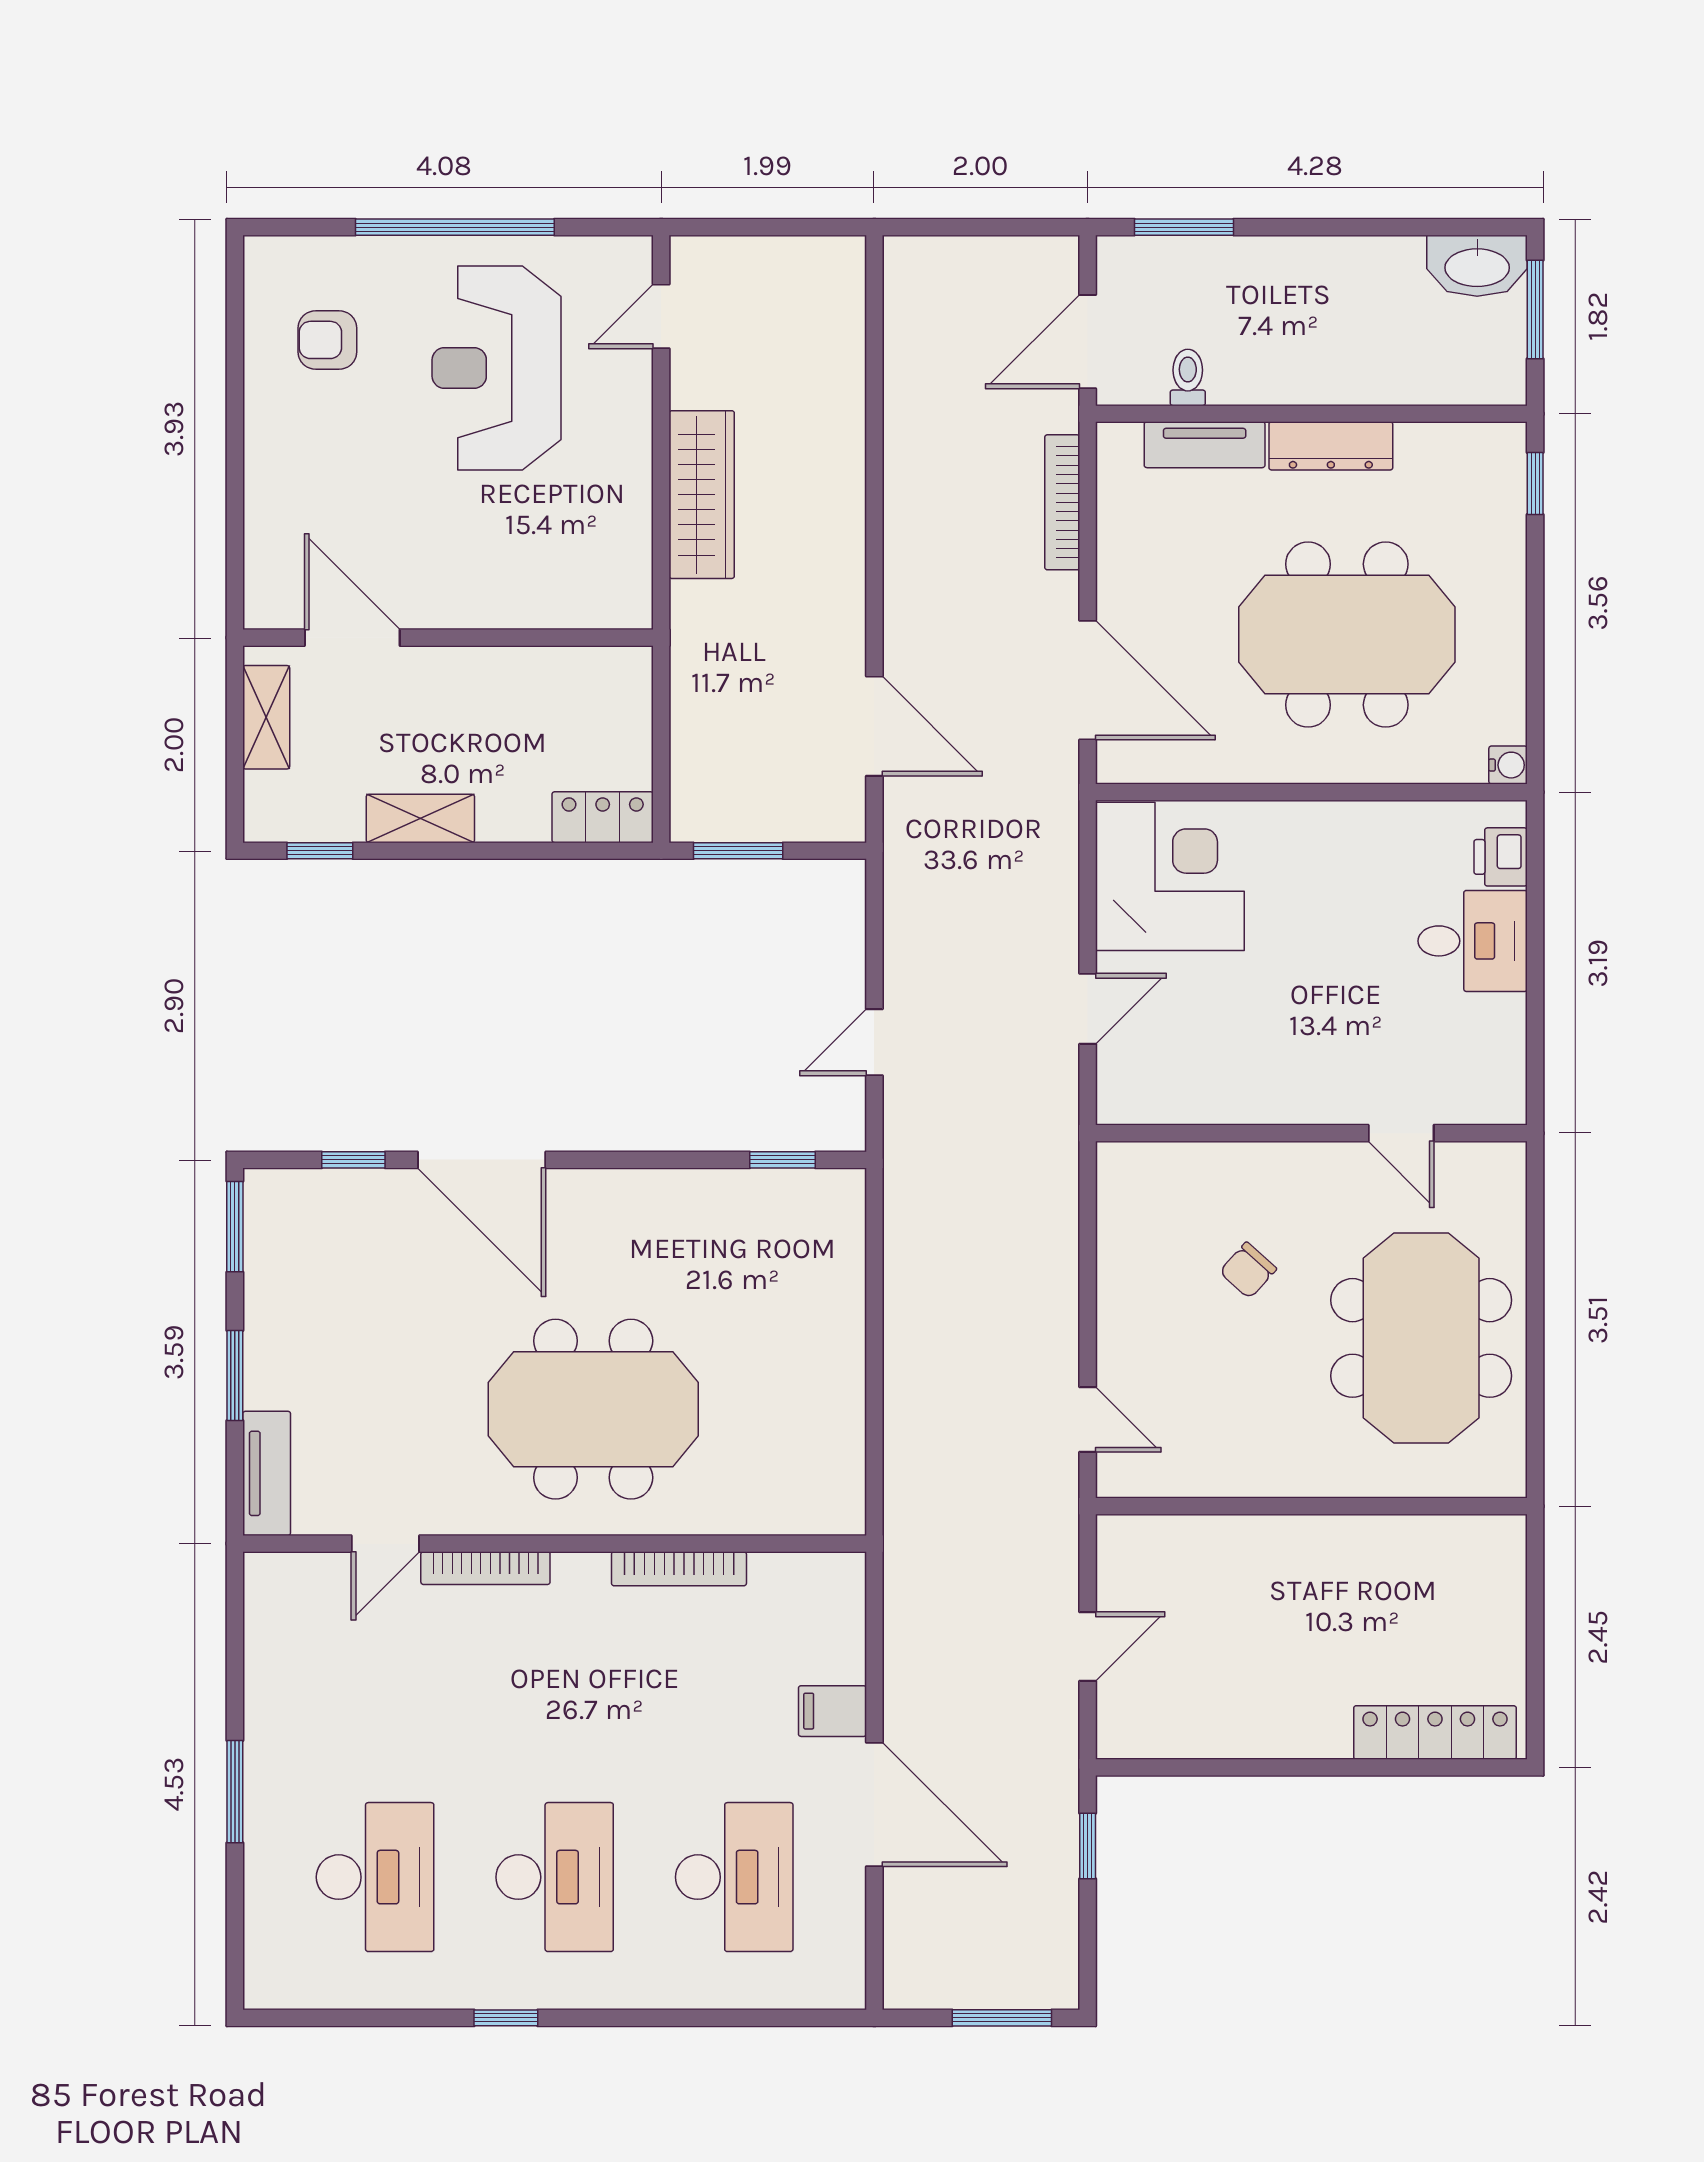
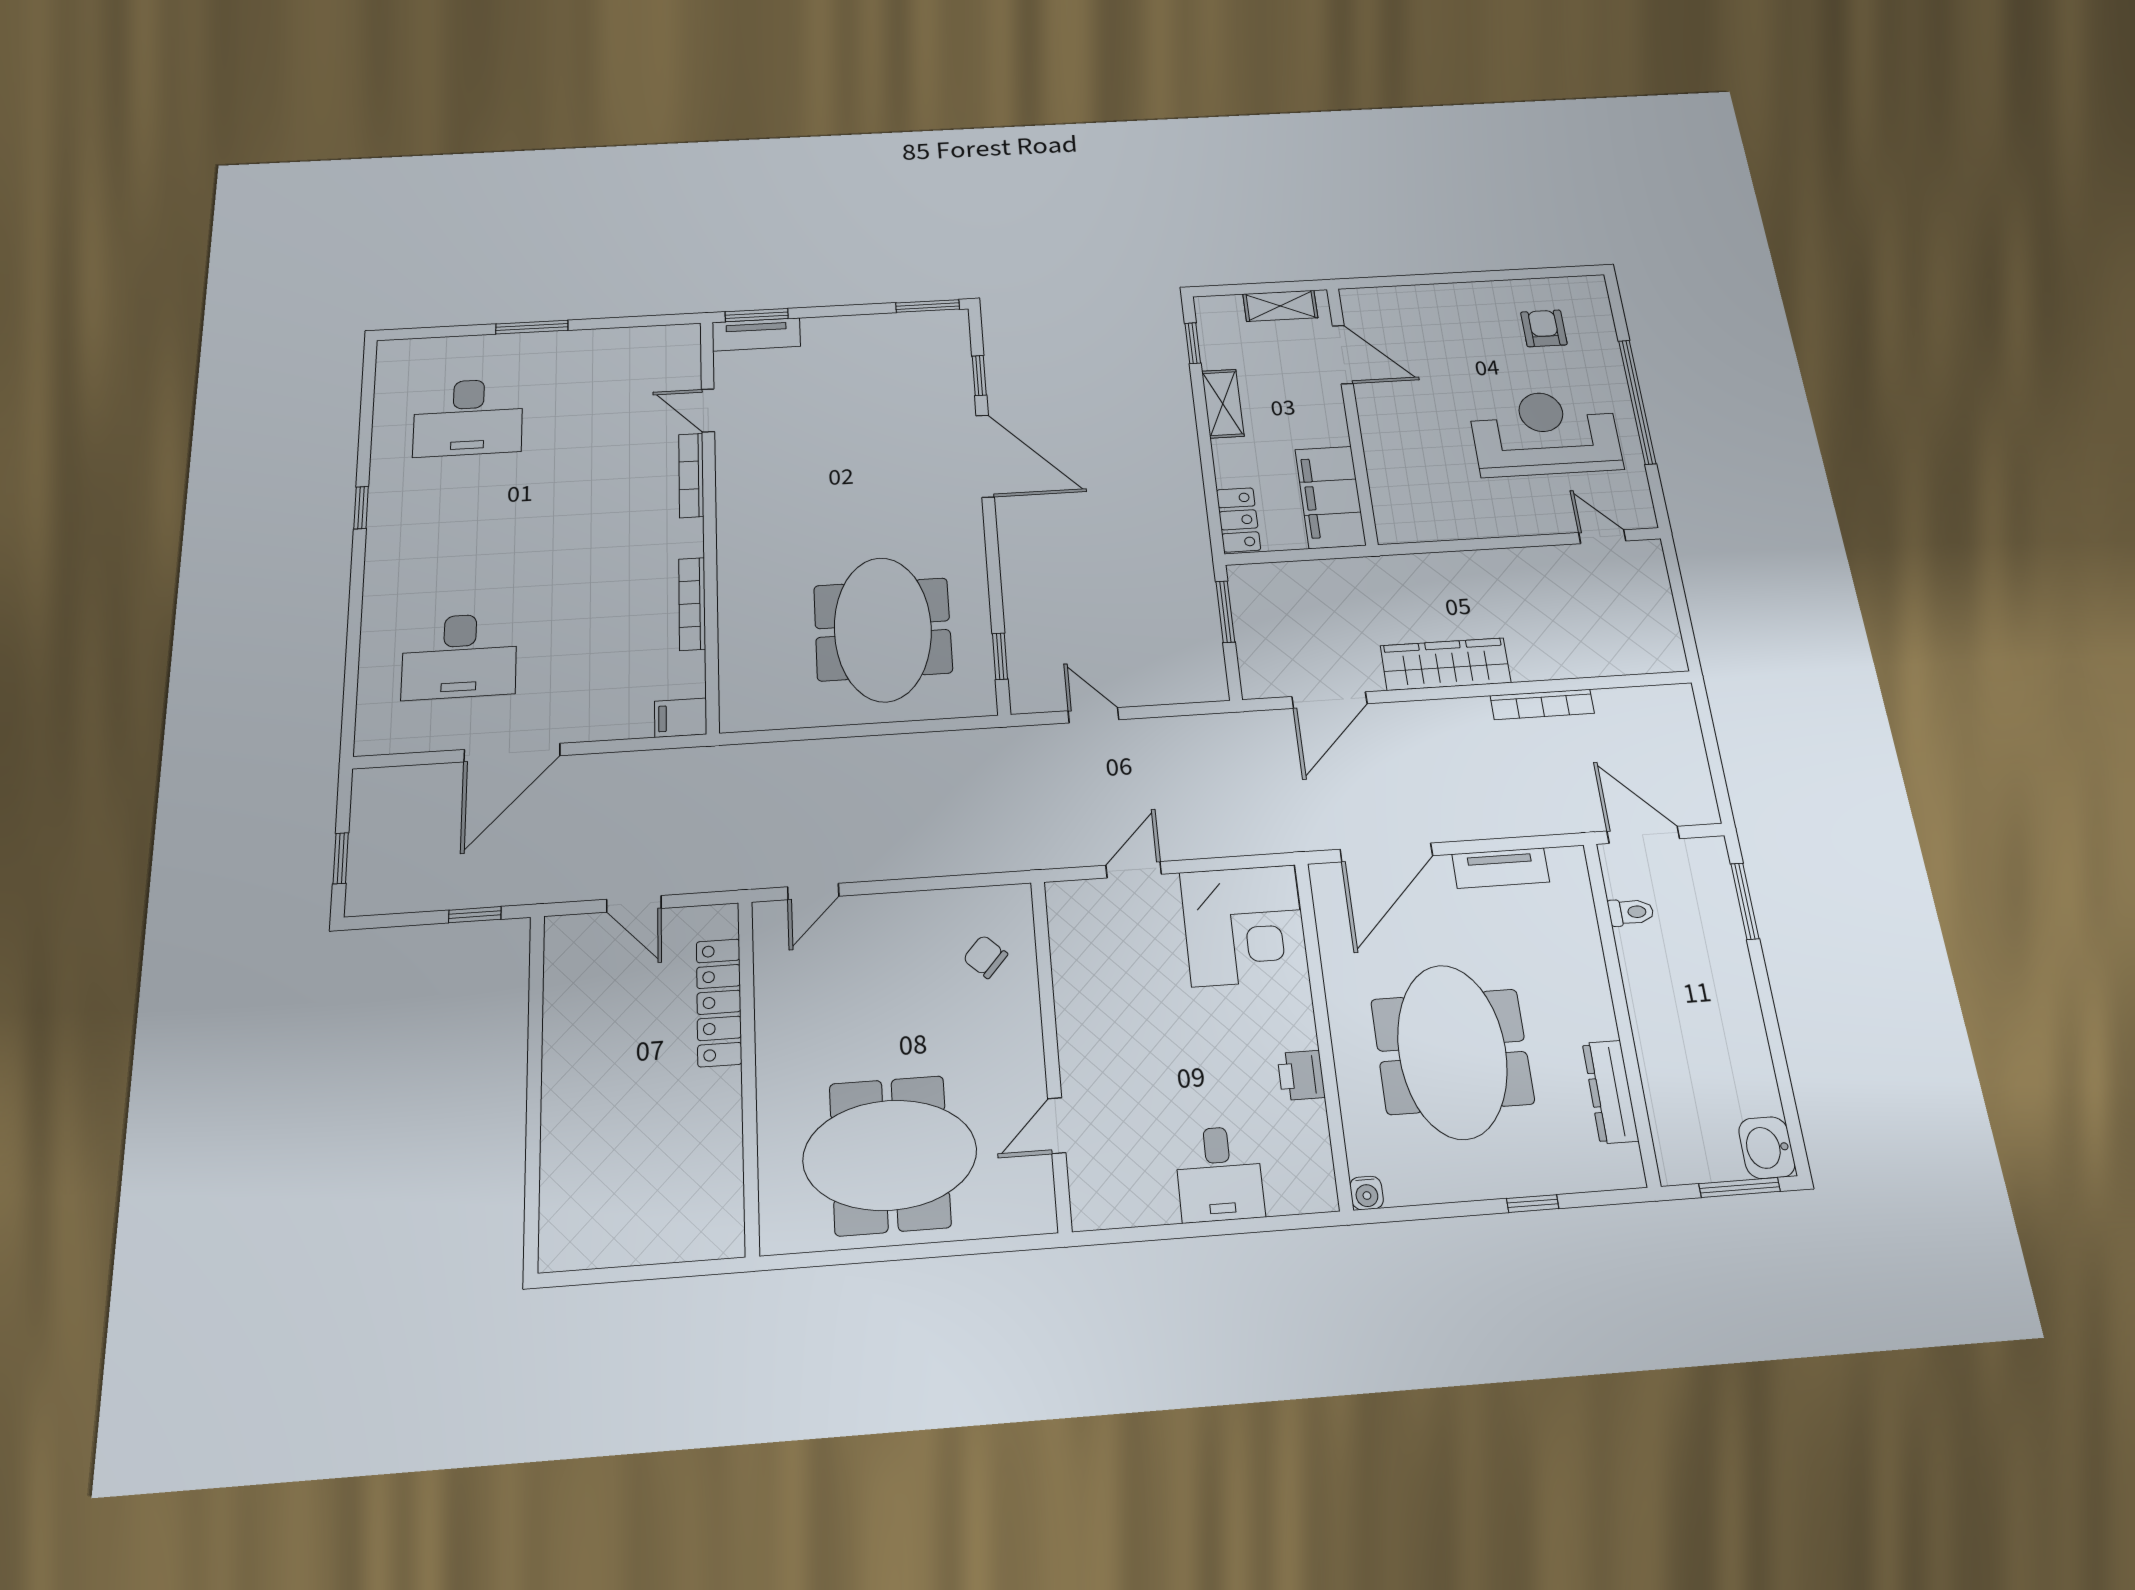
washbasin: (1477, 266) -> (1767, 1148), width x0.72
tv unit: (1205, 445) -> (1501, 868), moved, turned -90
dresser: (1331, 446) -> (1610, 1092), moved
window: (1535, 483) -> (1533, 1204), moved
wardrobe: (702, 495) -> (1445, 664), moved, turned 180
bookcase: (1062, 502) -> (1542, 704), moved, turned 180
door: (352, 638) -> (1343, 355), hinge flipped
filing cabinet: (576, 685) -> (1330, 497), added
printer: (1501, 857) -> (1301, 1075), moved, turned -90
door: (1088, 1009) -> (1134, 870), swing flipped
door: (482, 1160) -> (985, 456), swing flipped
chair: (1248, 1270) -> (985, 957), moved
window: (235, 1375) -> (757, 315), moved
meeting table: (593, 1409) -> (883, 629), moved
filing cabinet: (832, 1711) -> (681, 718), moved, turned -90
locker: (1435, 1732) -> (719, 1002), moved, turned 180
desk: (555, 1877) -> (464, 534), removed
window: (1002, 2018) -> (341, 858), width x0.67

